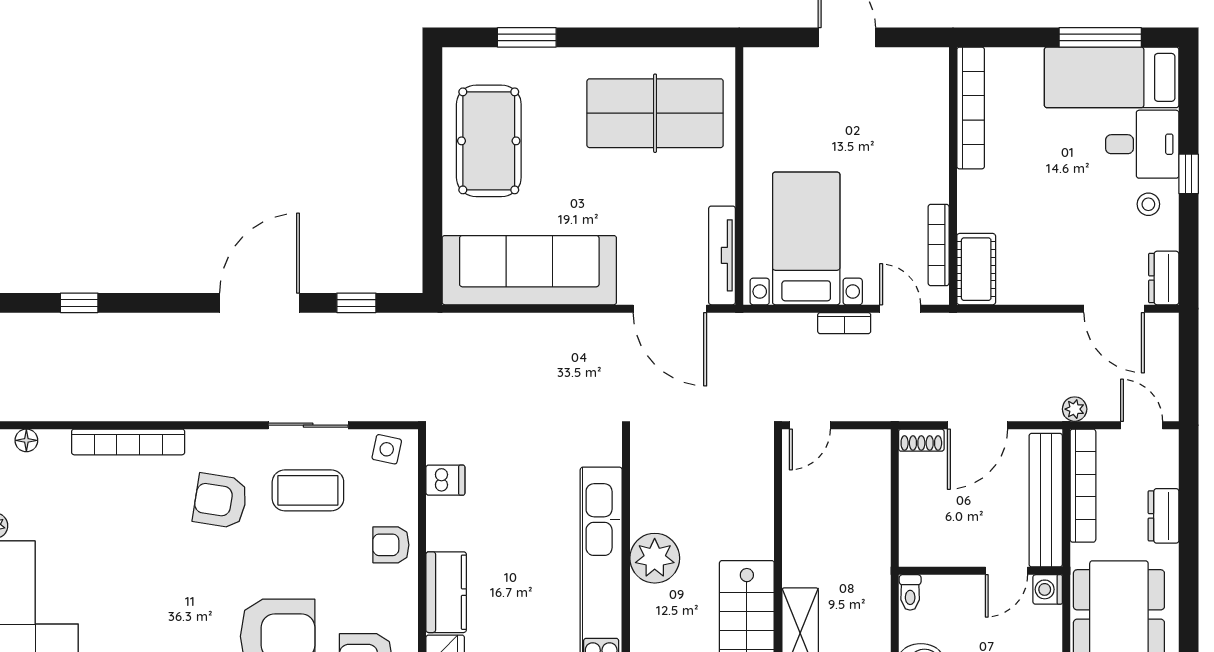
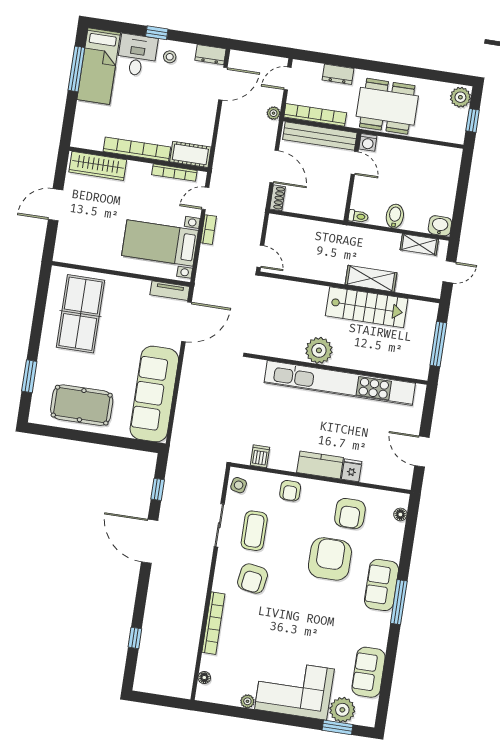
wardrobe: (929, 103) -> (98, 166), added
bookcase: (971, 108) -> (137, 149), moved
tv unit: (722, 255) -> (170, 291), width x0.71

